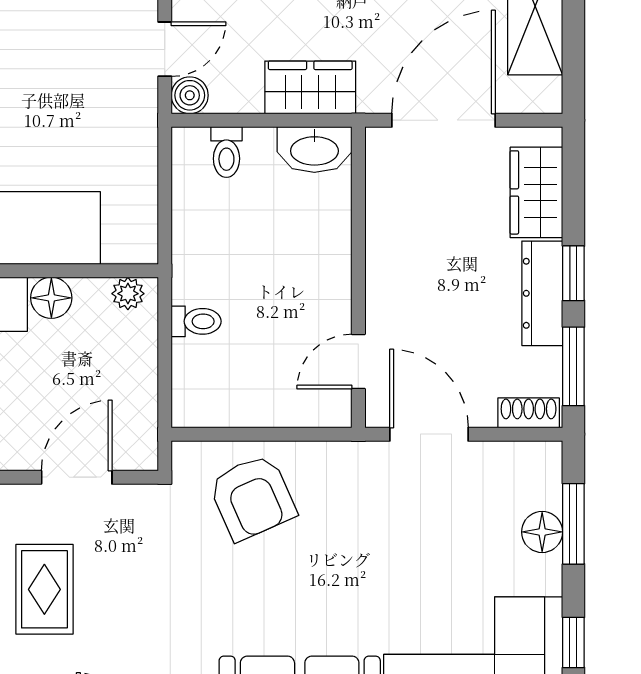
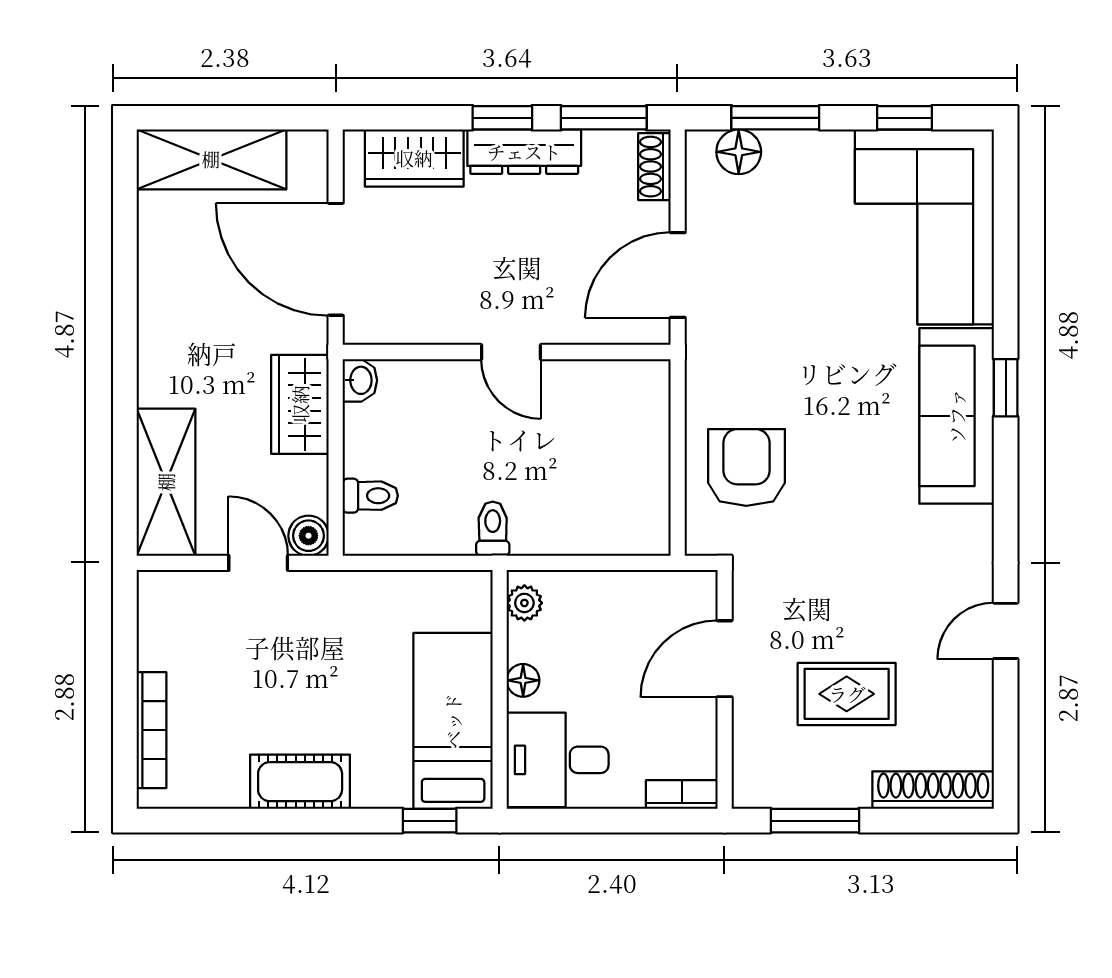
washbasin: (314, 150) -> (360, 380), width x0.52, depth x0.69
floor lamp: (51, 298) -> (523, 680), width x0.73, depth x0.73
toilet: (196, 321) -> (493, 529), moved
door: (358, 362) -> (511, 352), moved
door: (77, 477) -> (725, 659), hinge flipped
armchair: (252, 497) -> (746, 467), turned -66
floor lamp: (542, 532) -> (739, 152), moved

